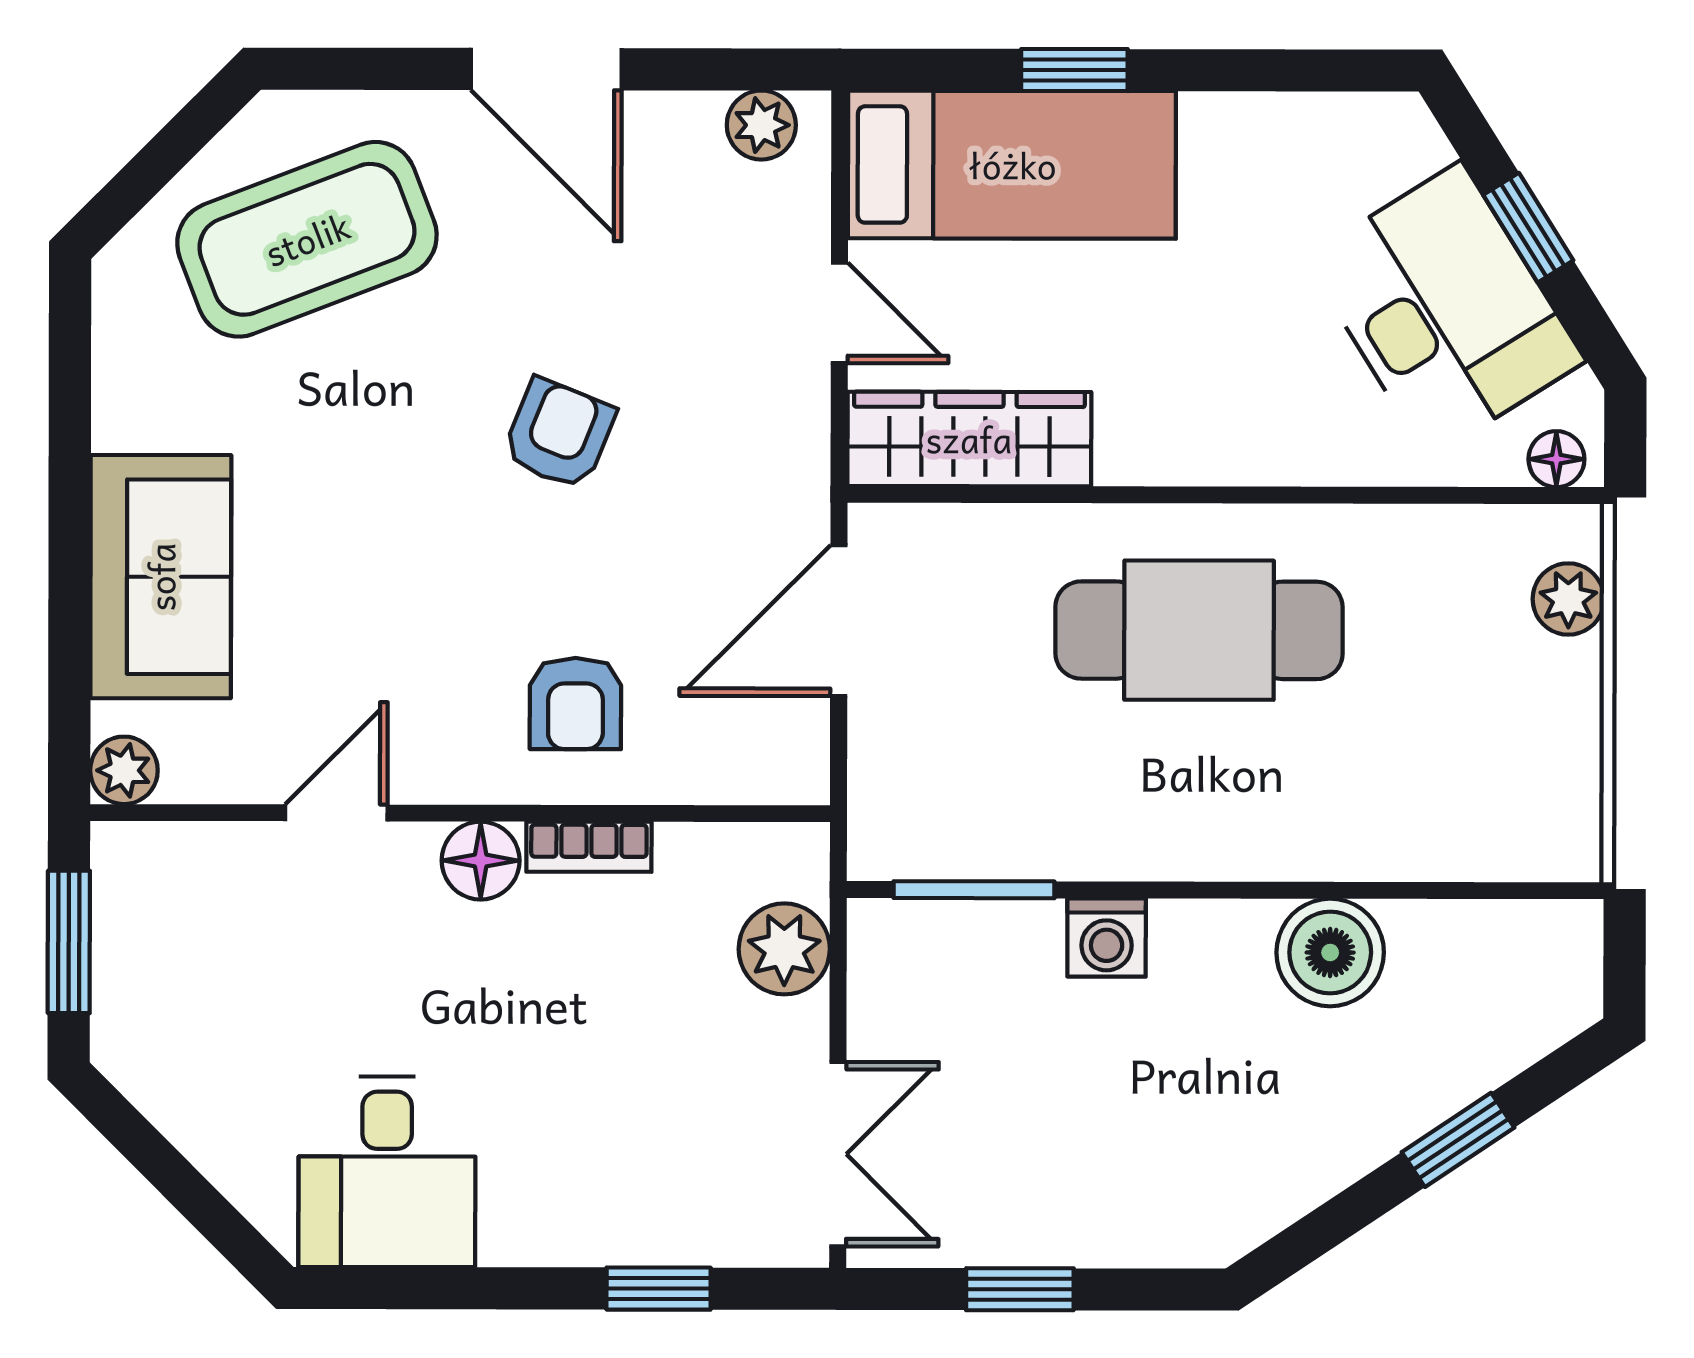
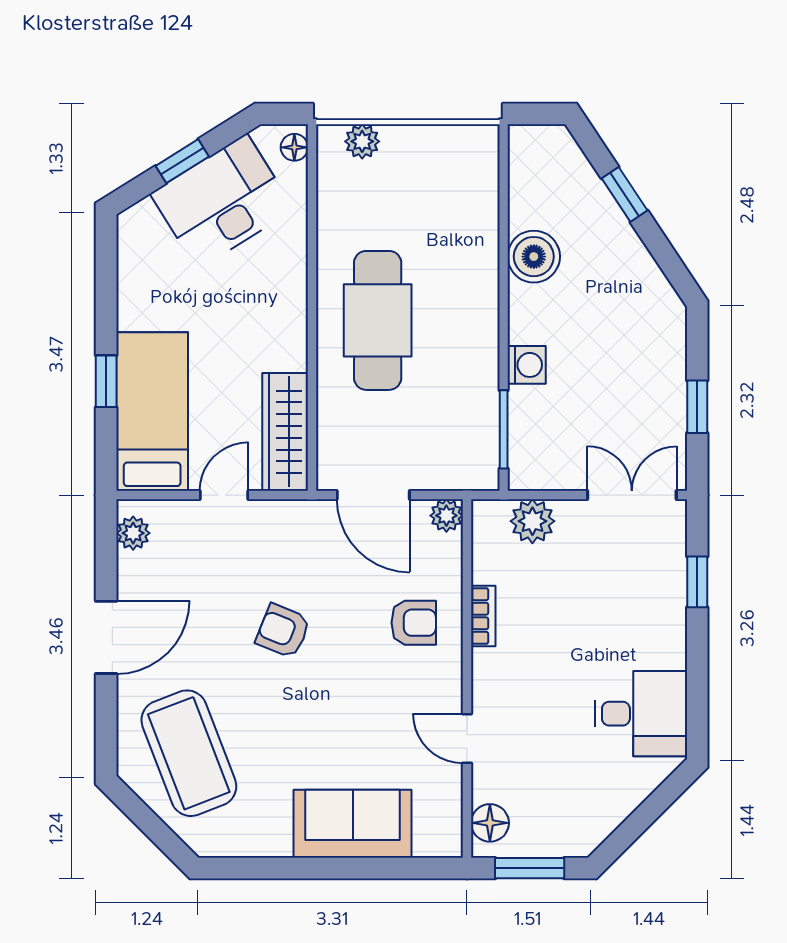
plant: (124, 770) -> (446, 516), moved
floor lamp: (481, 861) -> (490, 823), moved

